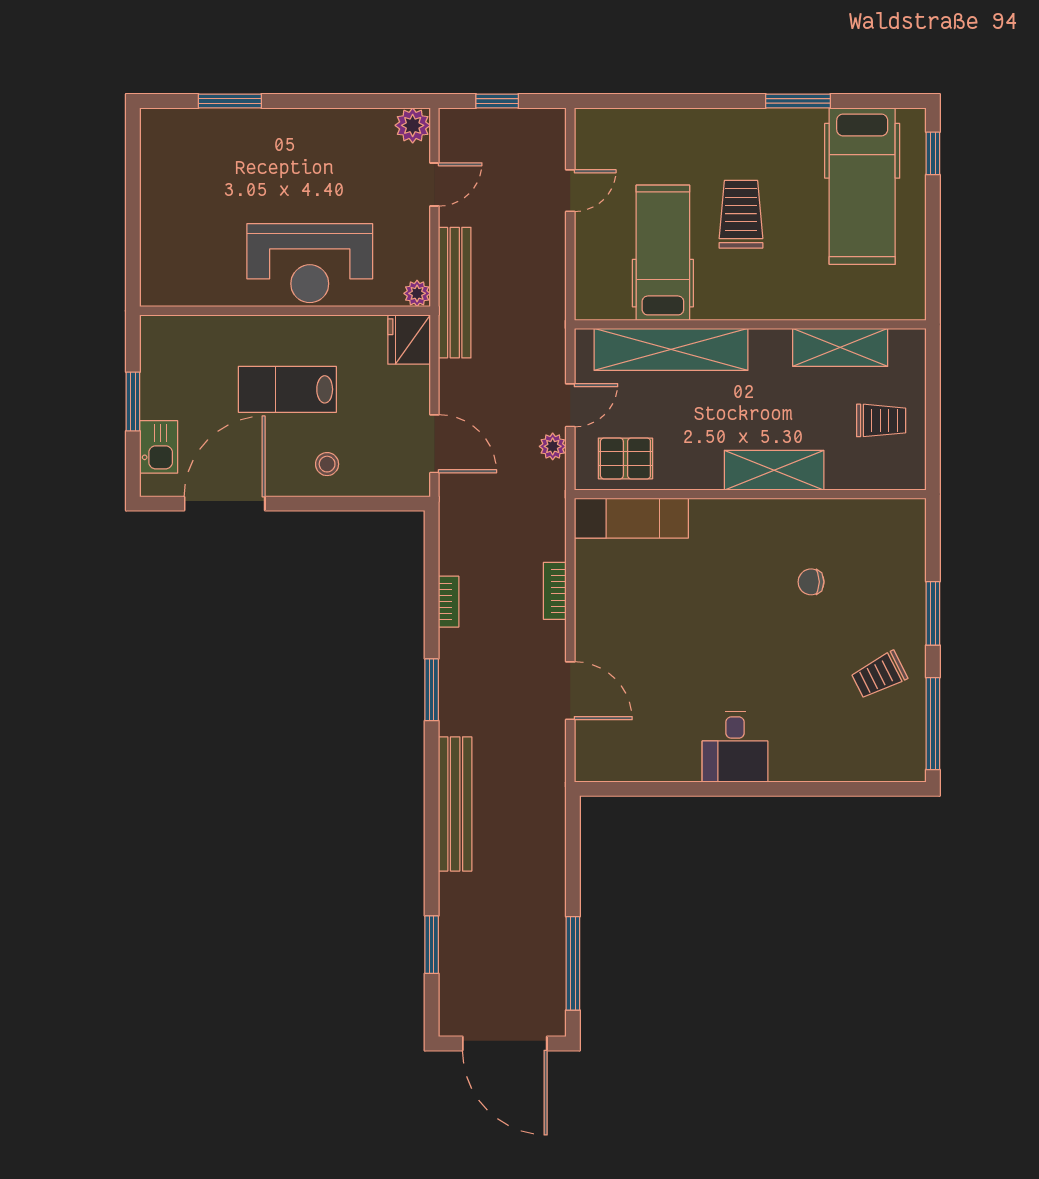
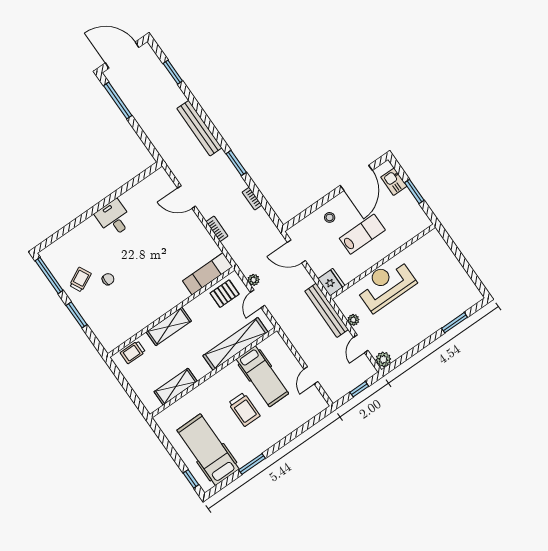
plant: (417, 293) -> (353, 320), moved
trolley: (881, 420) -> (133, 352), moved
chair: (811, 582) -> (108, 279), moved

